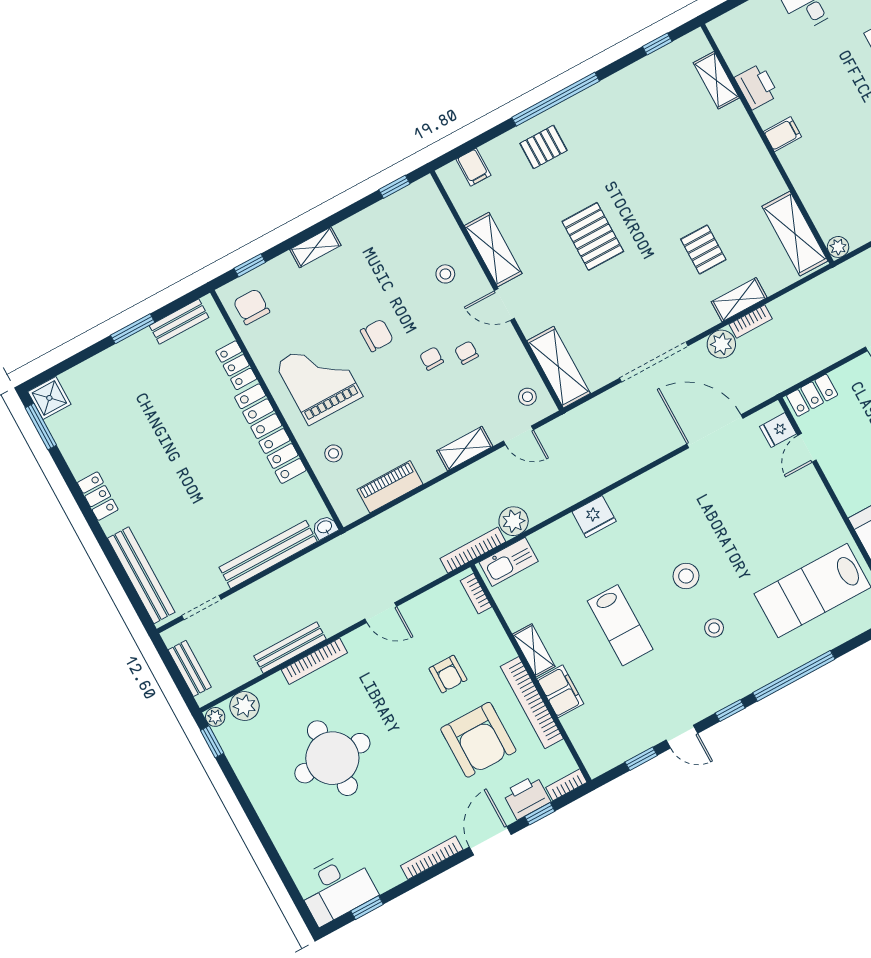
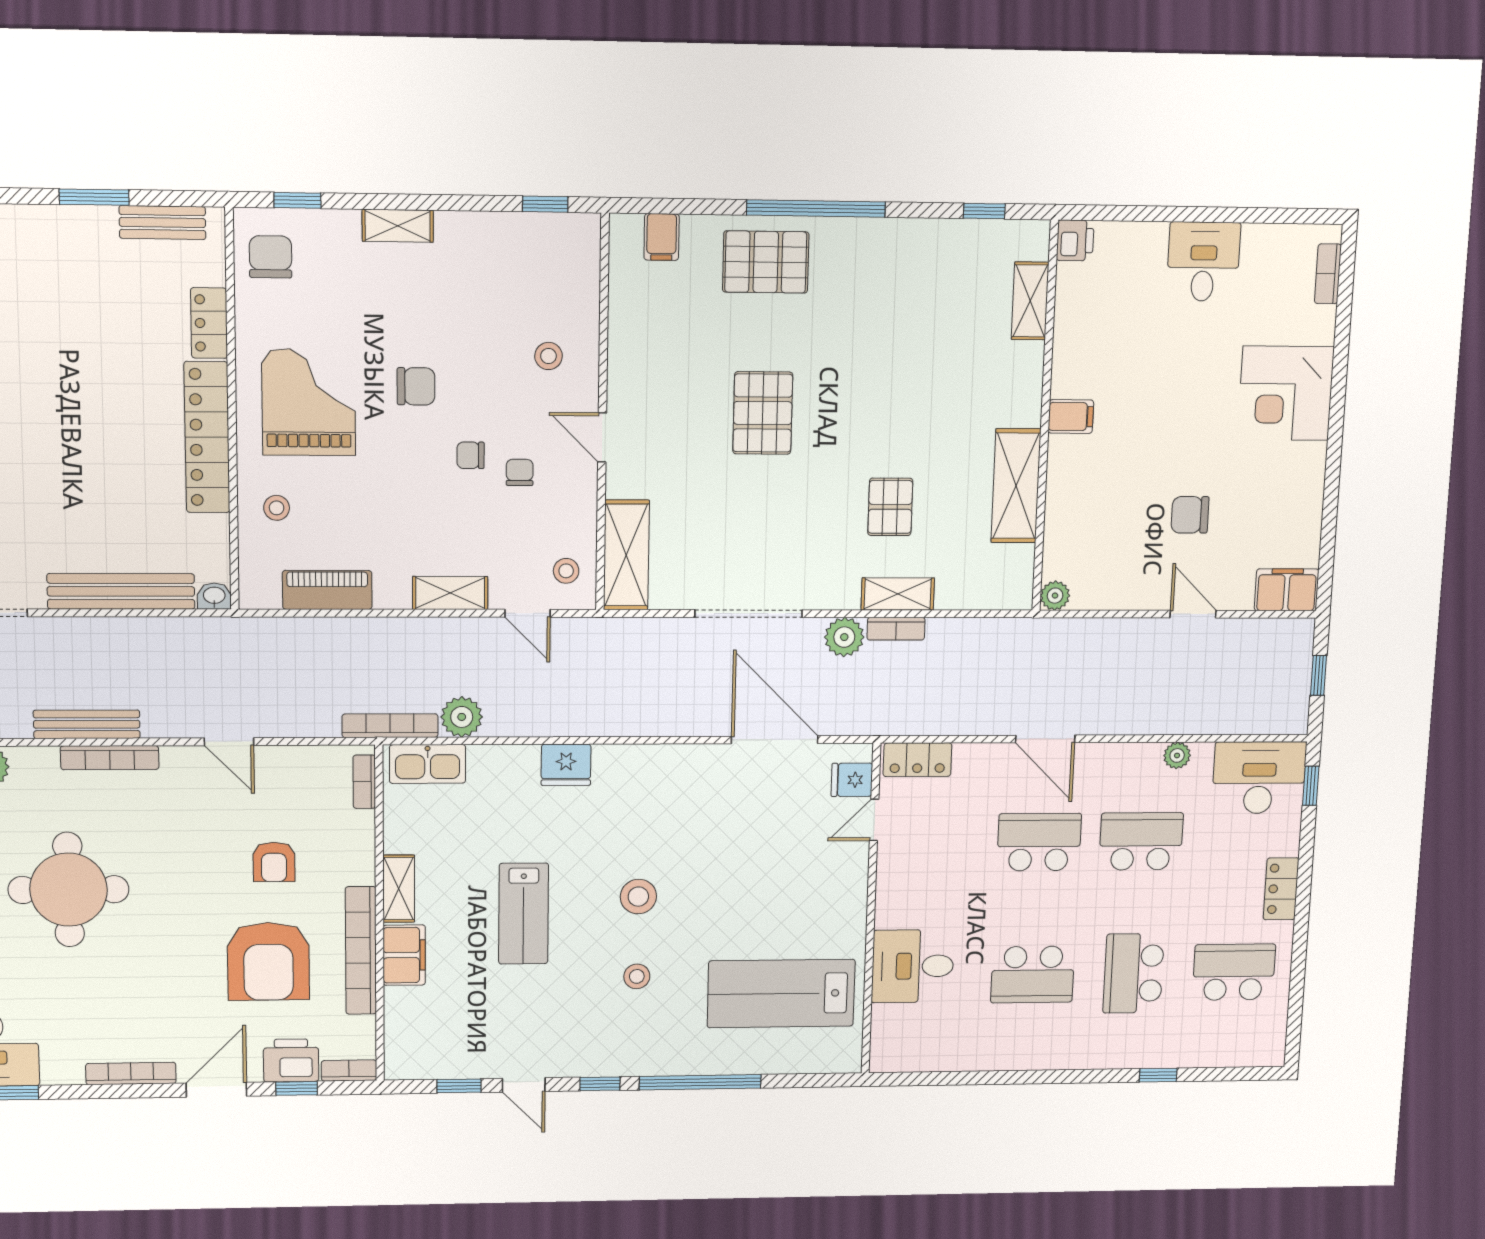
printer: (757, 87) -> (1075, 240), moved, width x0.73, depth x0.81
pallet: (543, 147) -> (766, 262), width x1.50, depth x1.42
shelving: (795, 234) -> (1016, 486), moved
shelving: (493, 250) -> (627, 359), removed
chair: (432, 359) -> (471, 455), turned -90

